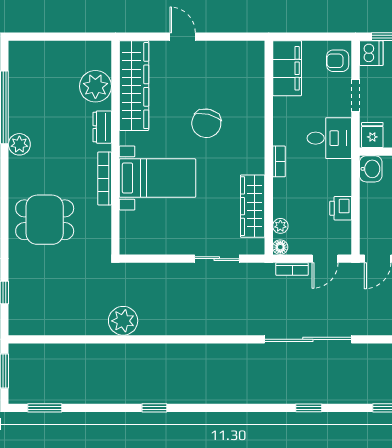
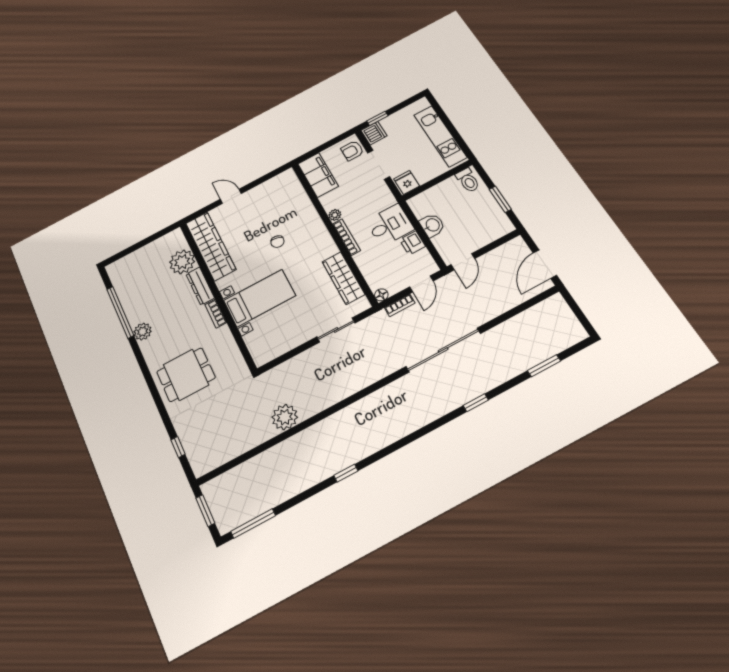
doorway: (355, 96) -> (379, 165), width x1.38
chair: (206, 123) -> (277, 242), width x0.54, depth x0.54
dresser: (102, 127) -> (200, 286), width x1.44
desk: (329, 138) -> (390, 225), moved
bookcase: (279, 161) -> (346, 237), width x1.56
washbasin: (371, 169) -> (432, 225), moved
bookcase: (105, 178) -> (216, 314), width x0.64
plant: (280, 226) -> (335, 215), moved
window: (45, 408) -> (253, 523), width x1.44

